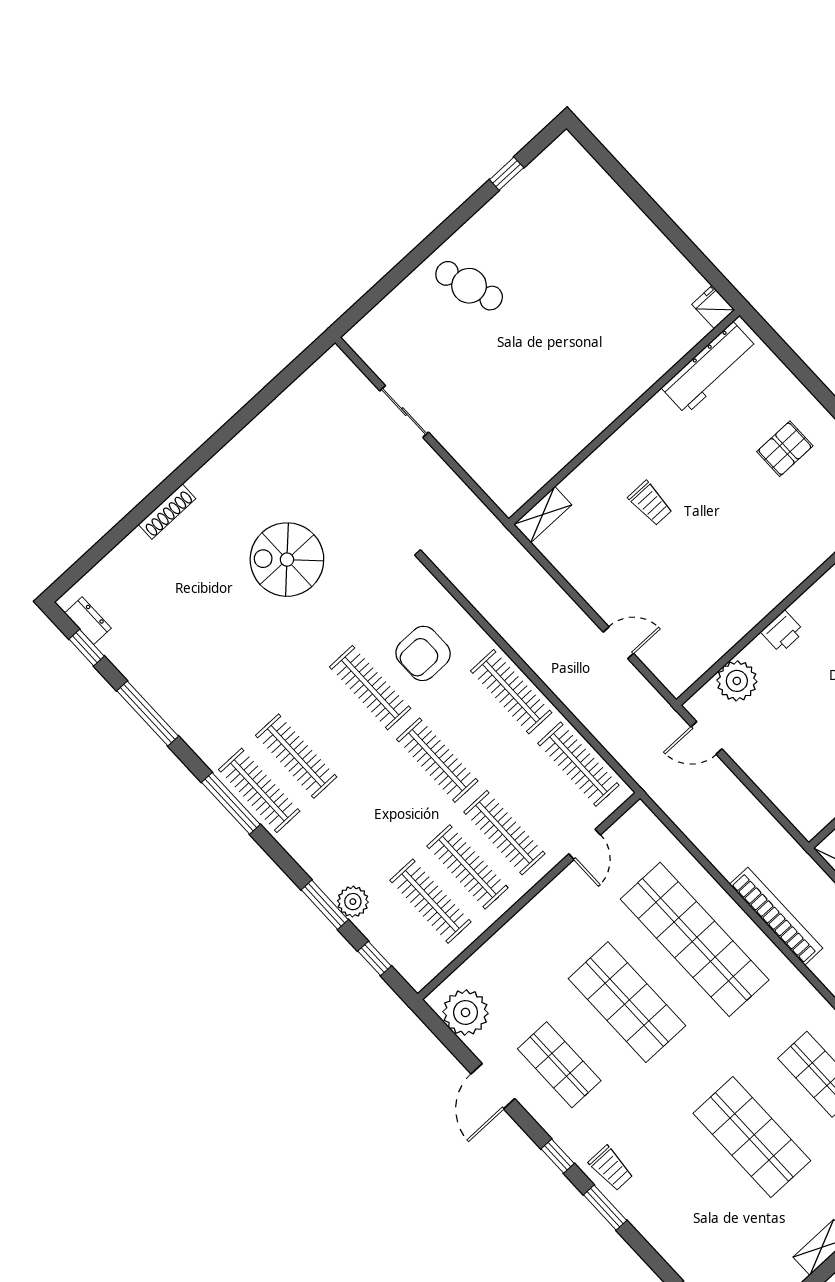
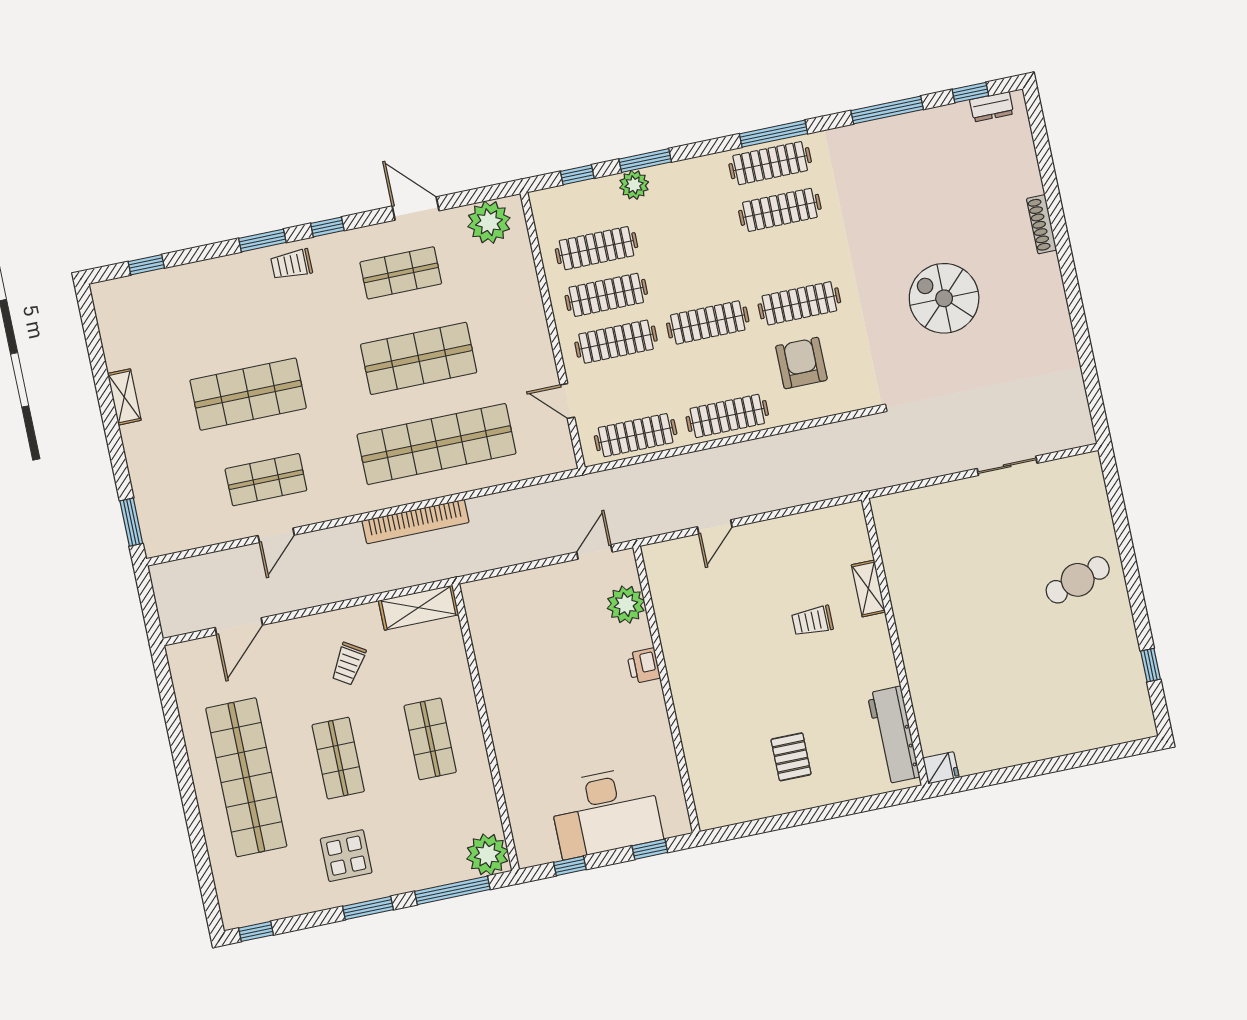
shelving: (543, 515) -> (868, 588), moved
spiral stairs: (287, 560) -> (944, 298), turned -90

